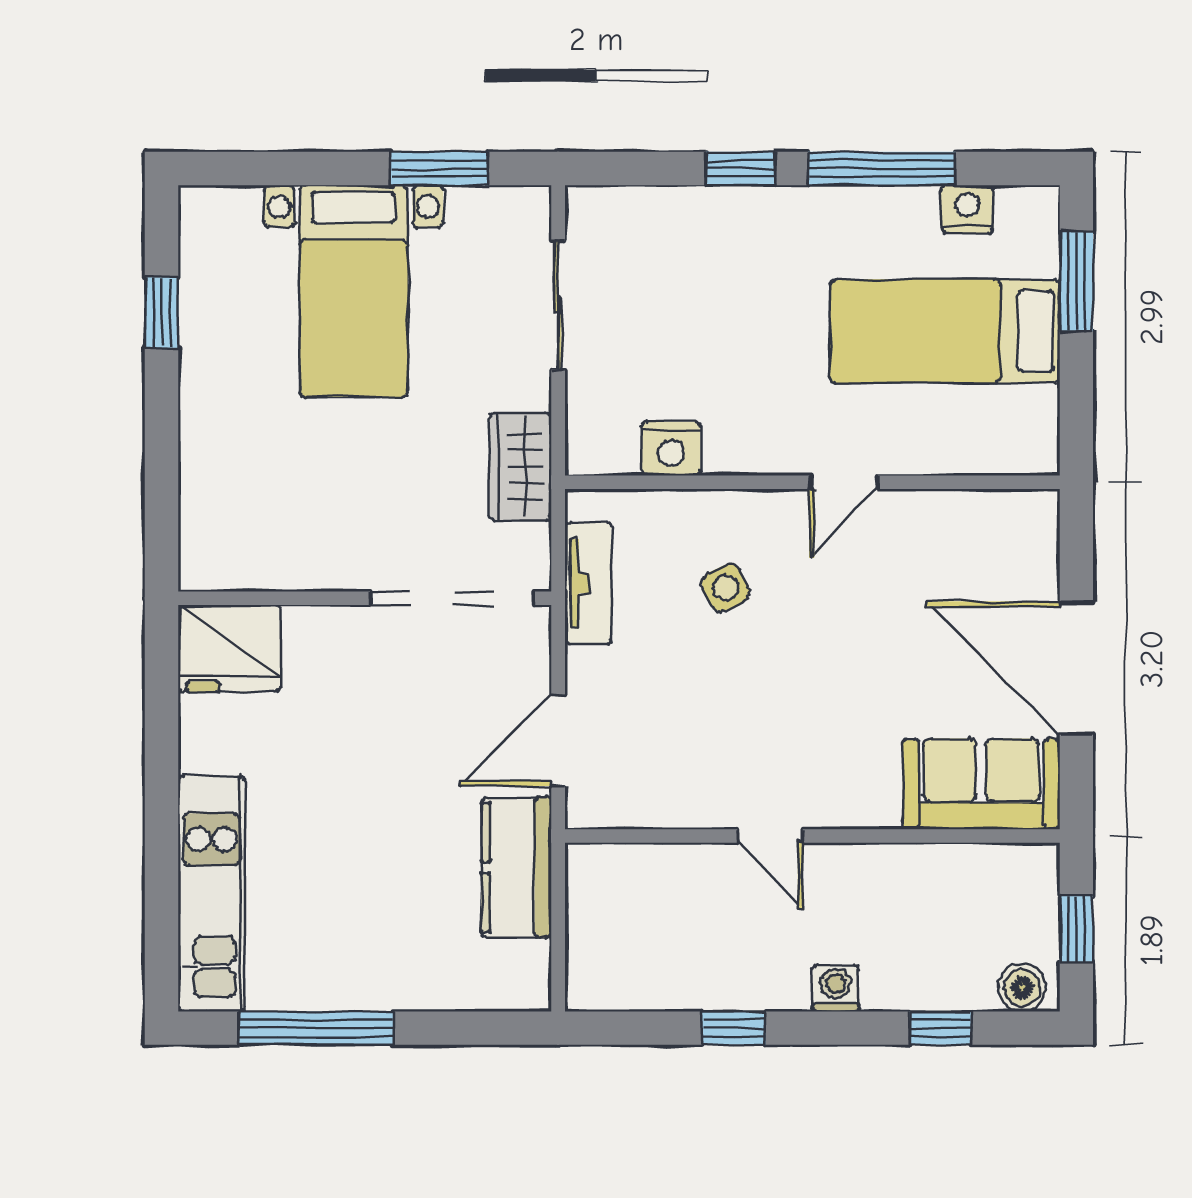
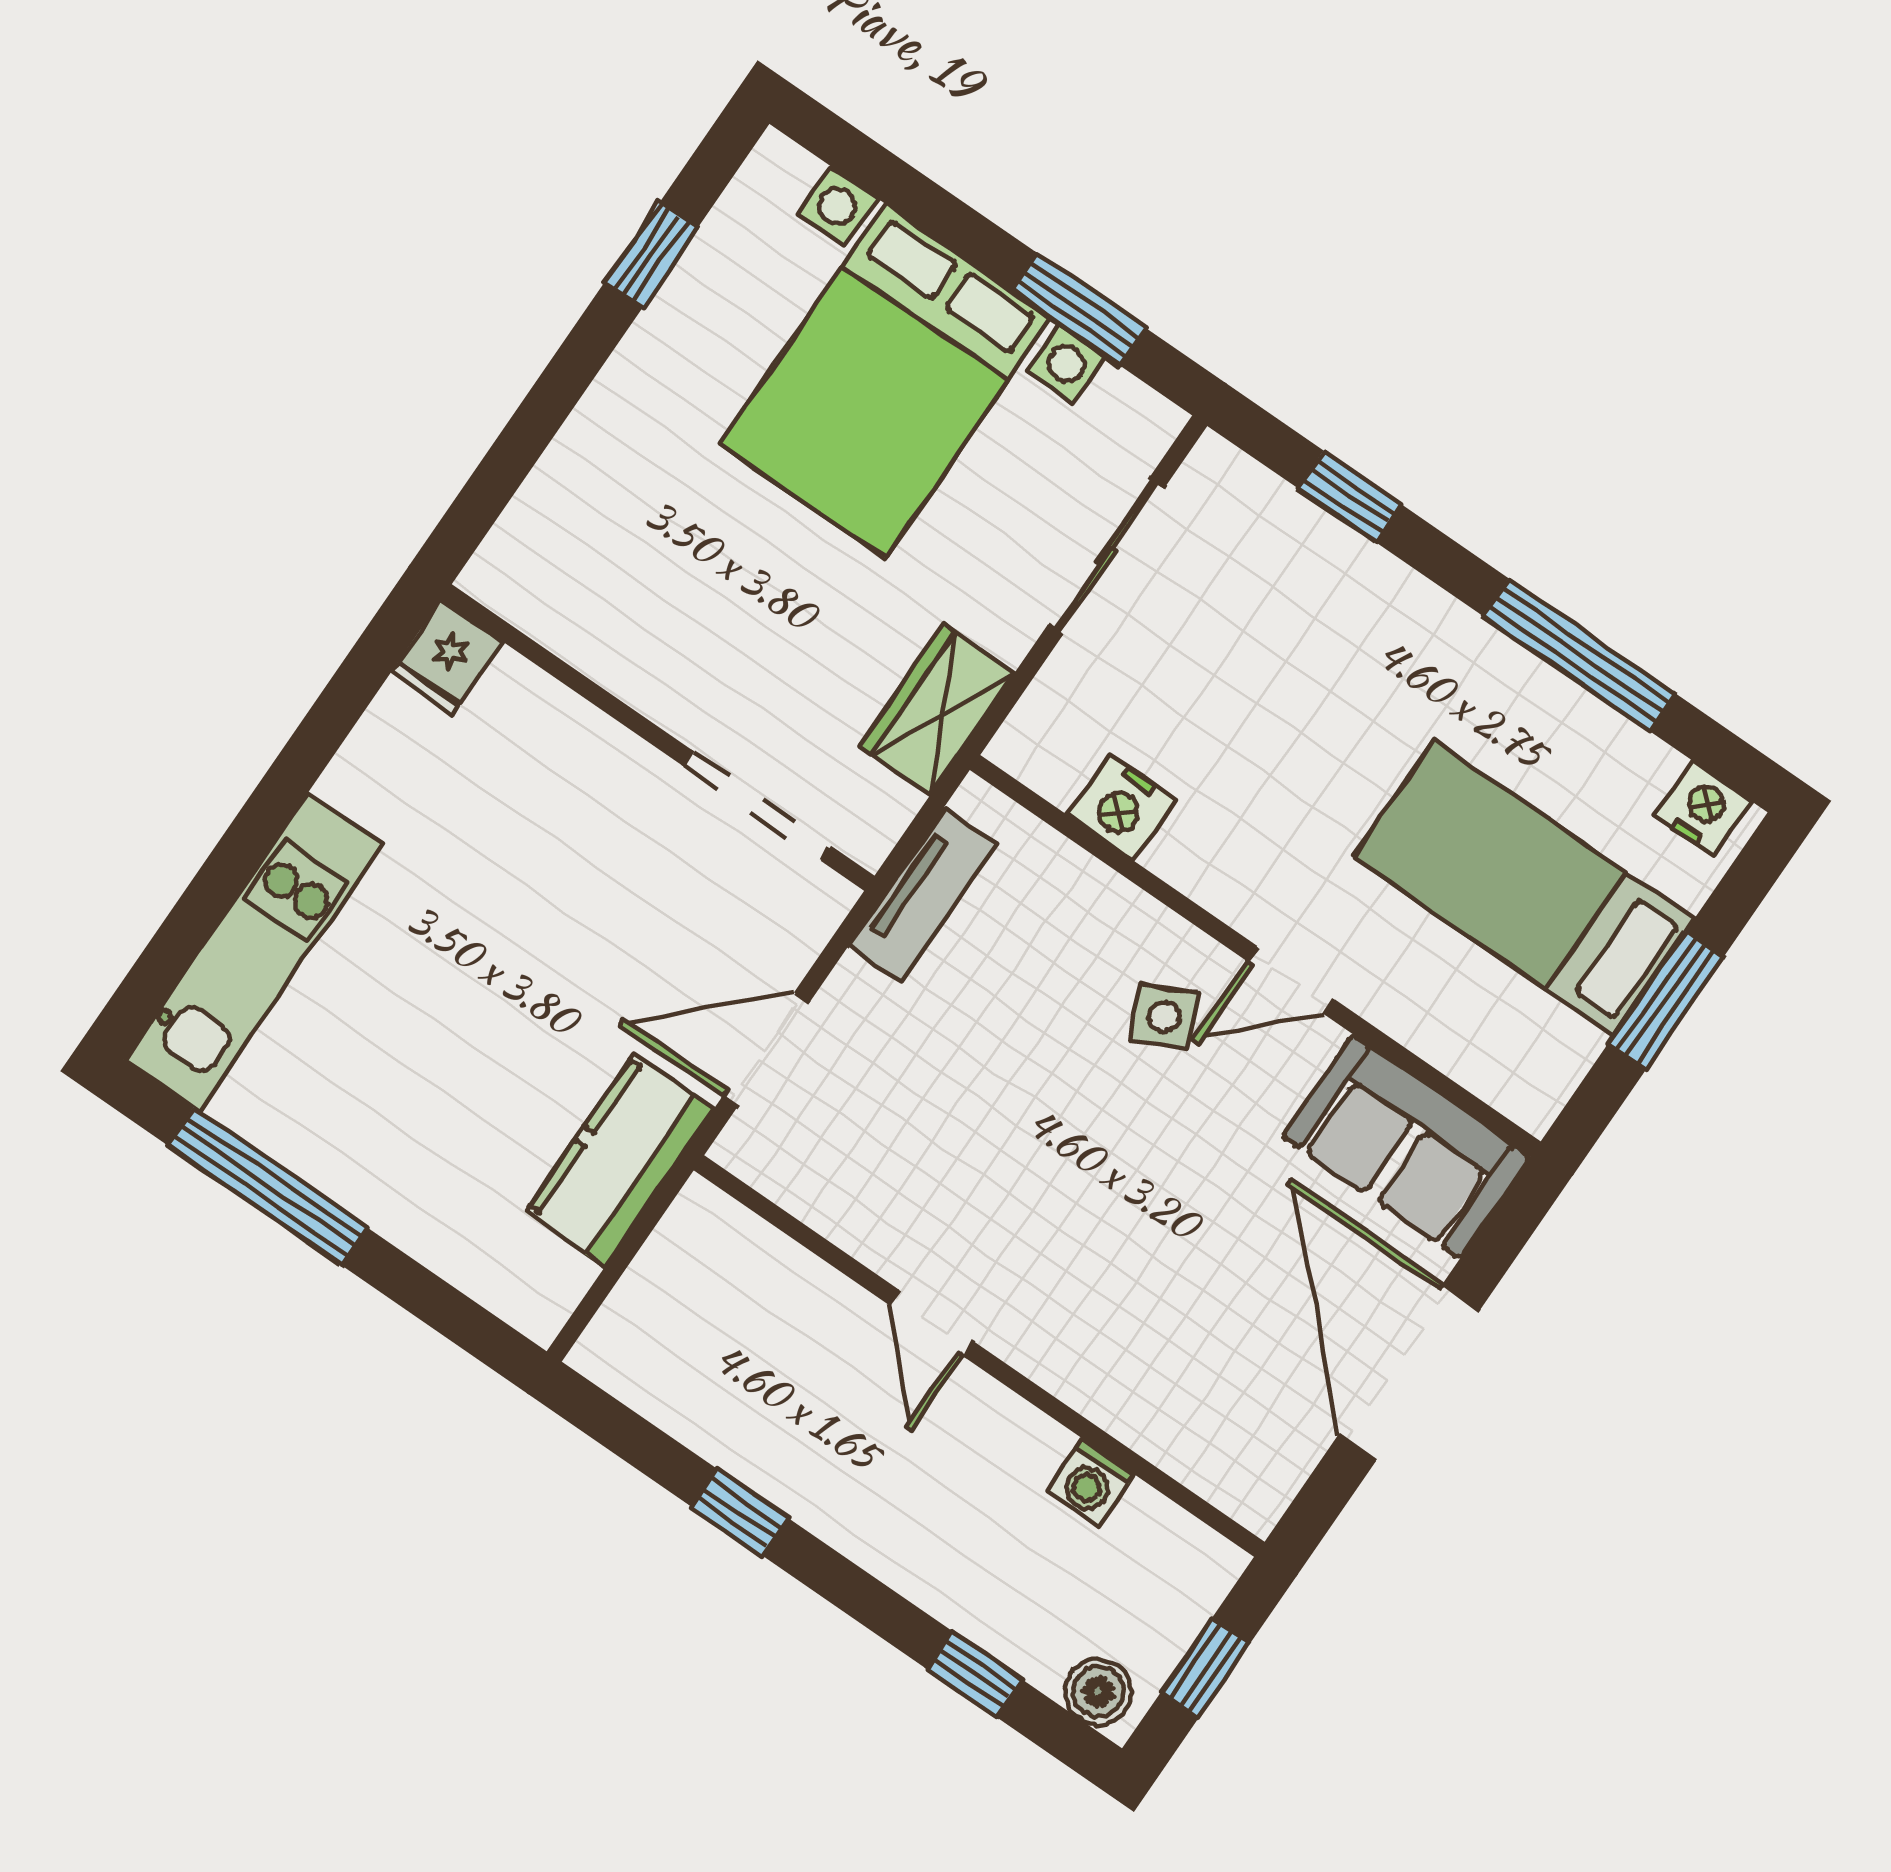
window: (740, 168) -> (1349, 496), moved
nightstand: (967, 209) -> (1703, 808), moved
window: (1076, 282) -> (1666, 1000), moved
bed with nightstands: (354, 291) -> (885, 381), width x1.36
side table: (726, 588) -> (1164, 1017), moved
doorway: (453, 598) -> (757, 806), width x0.73
fridge: (229, 648) -> (447, 657), width x0.53, depth x0.75
sofa: (981, 784) -> (1406, 1147), moved, turned 180
washing machine: (836, 988) -> (1090, 1483), moved, turned 180

